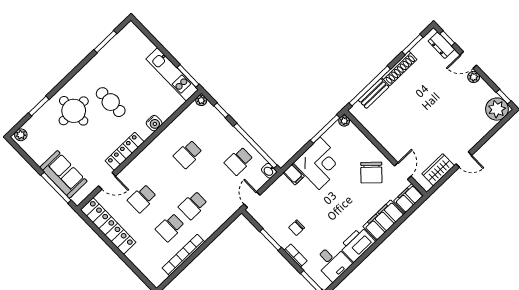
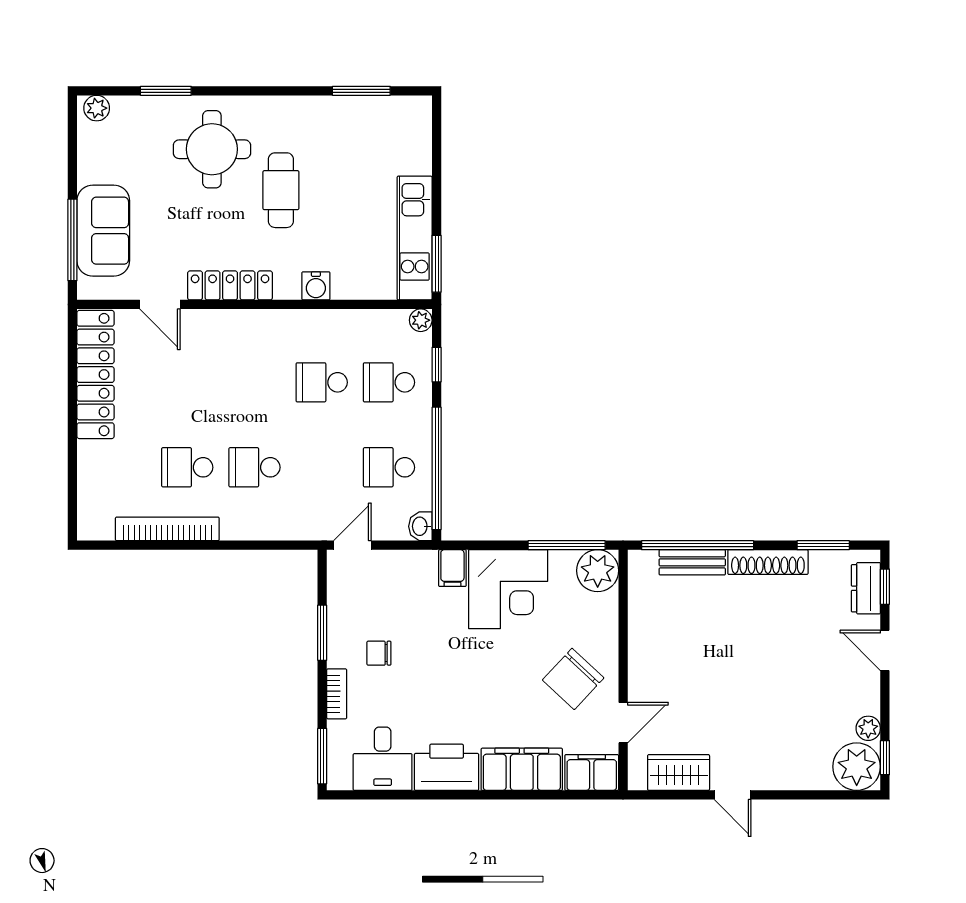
plant: (474, 77) -> (868, 728), moved
plant: (344, 121) -> (598, 571), width x1.87, depth x1.87
school desk: (142, 198) -> (389, 382), moved

